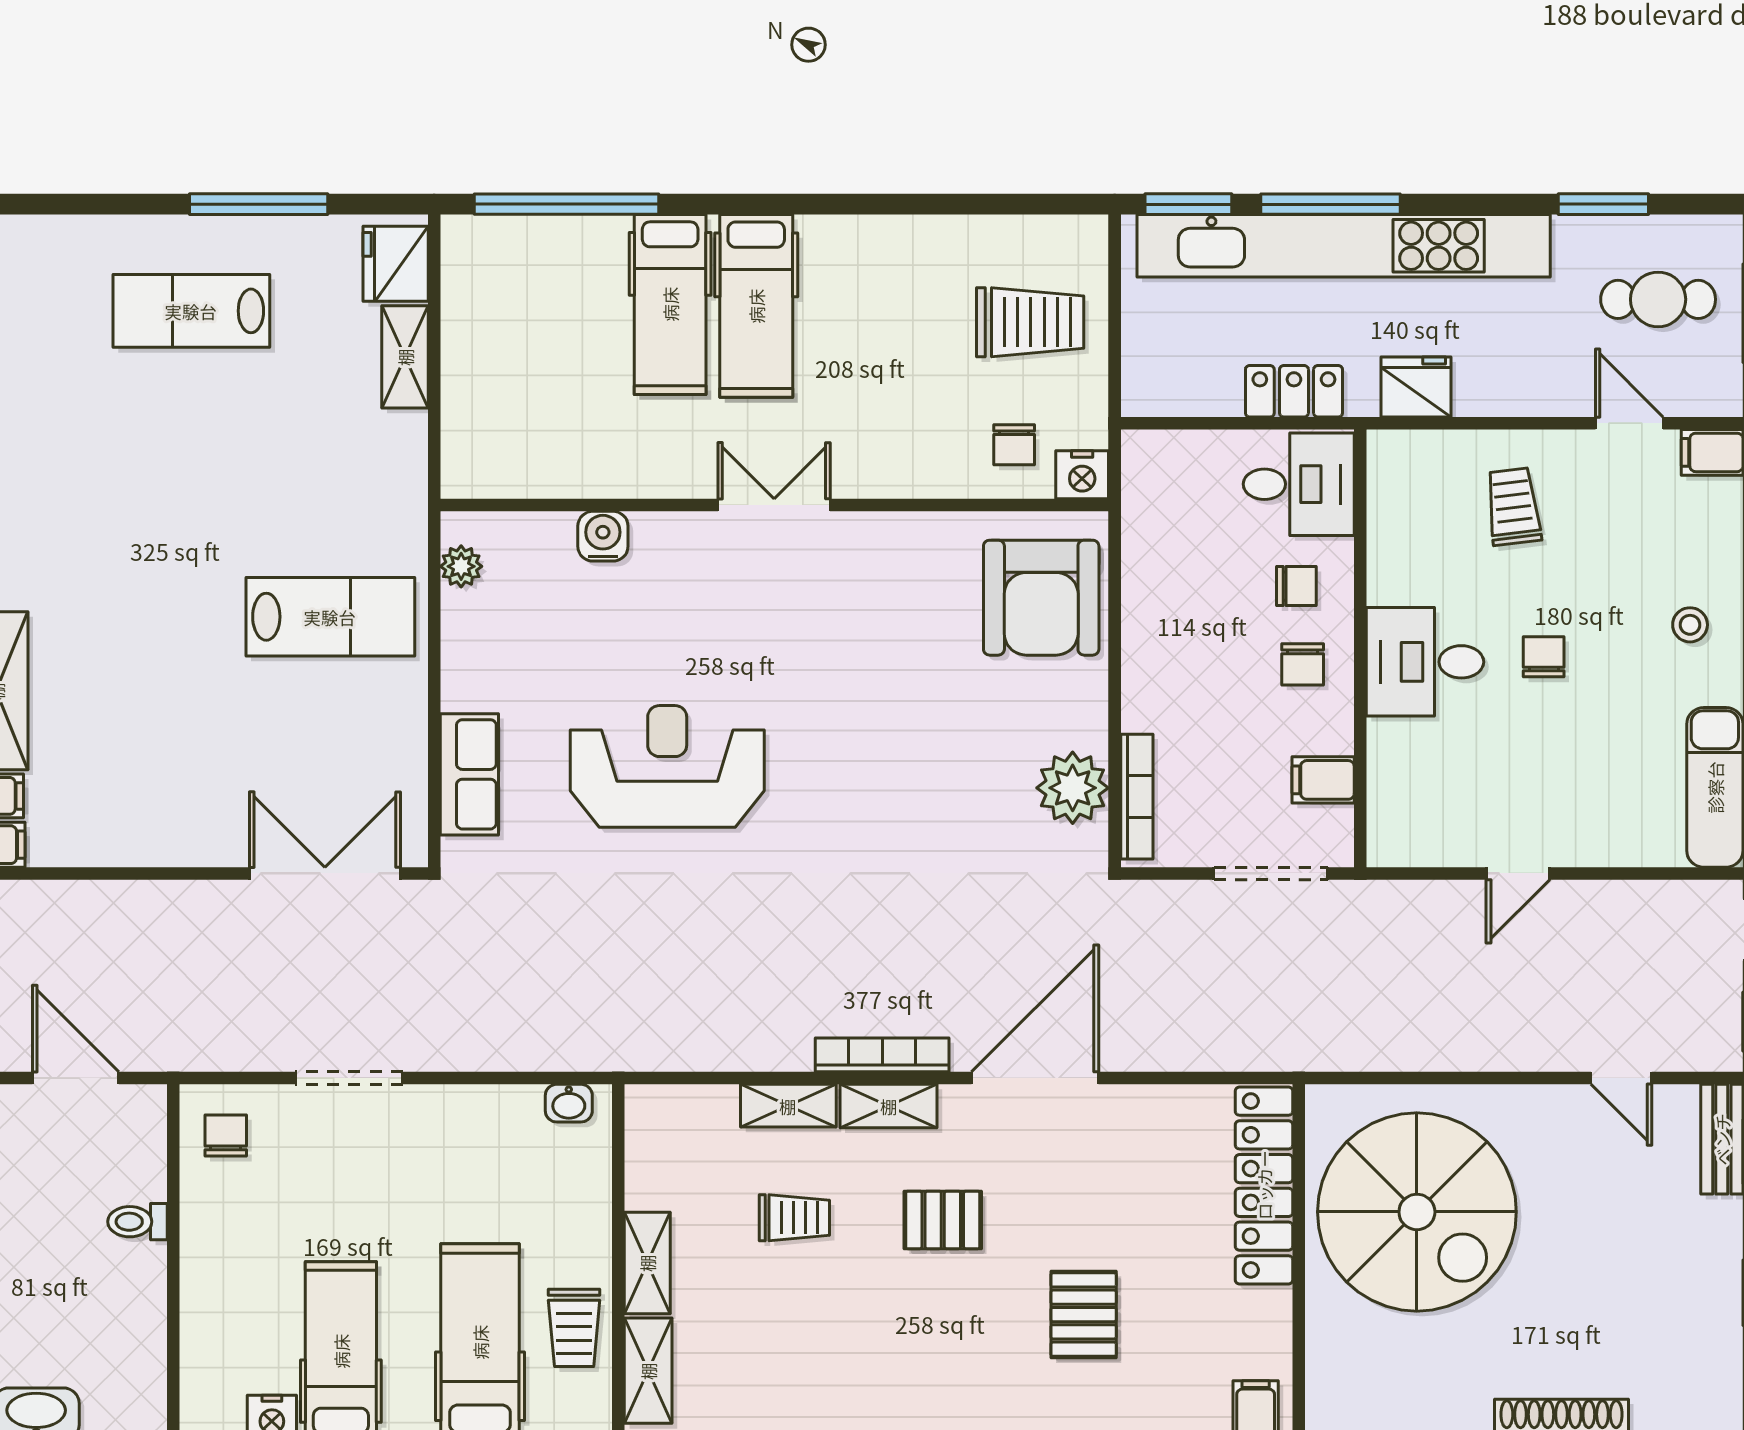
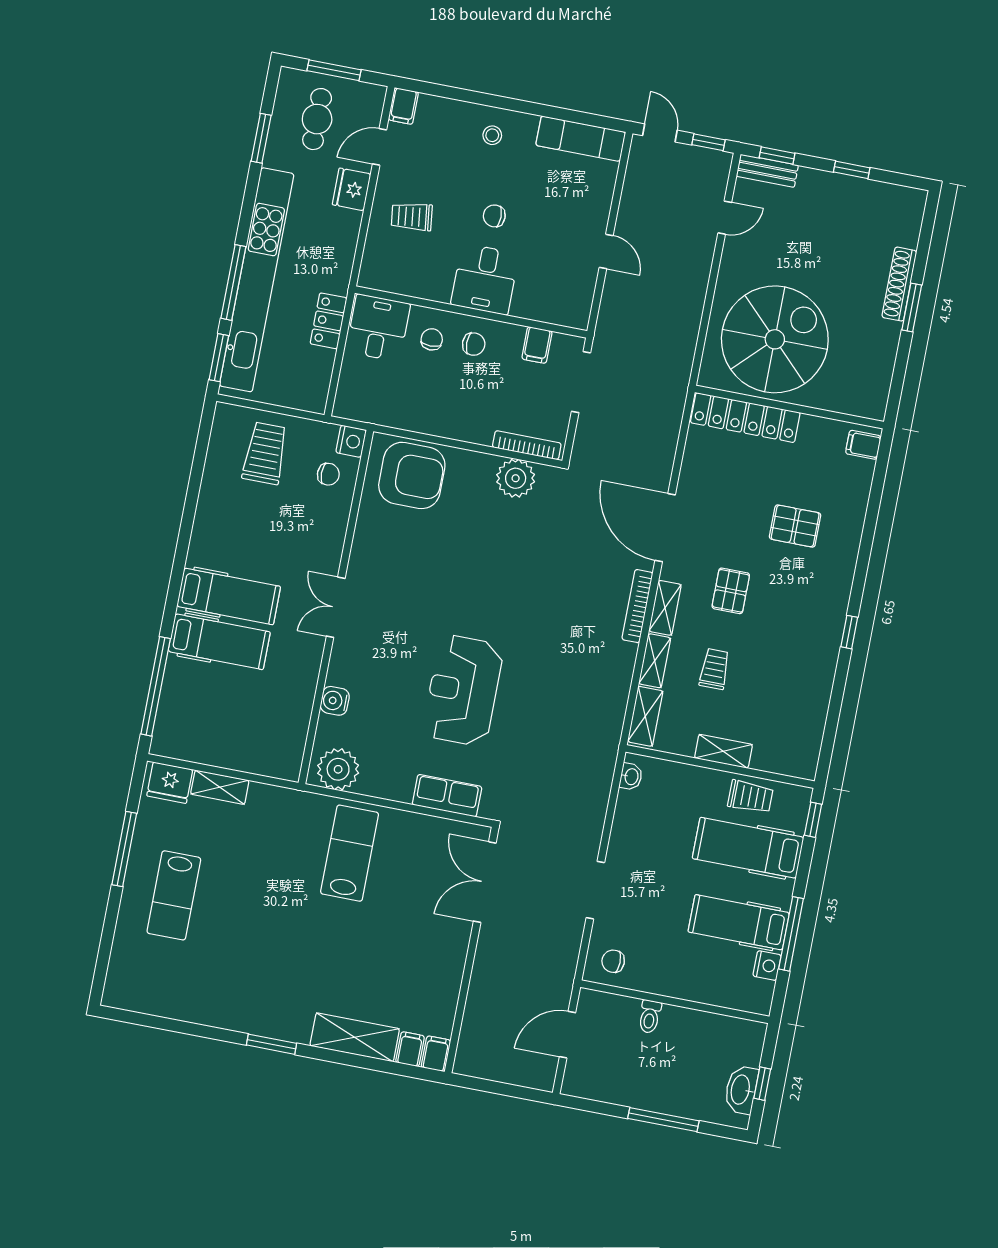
fridge: (1416, 387) -> (351, 189), moved
plant: (461, 566) -> (338, 769), width x1.88, depth x1.88
shelving: (648, 1371) -> (645, 716), moved, turned 90

